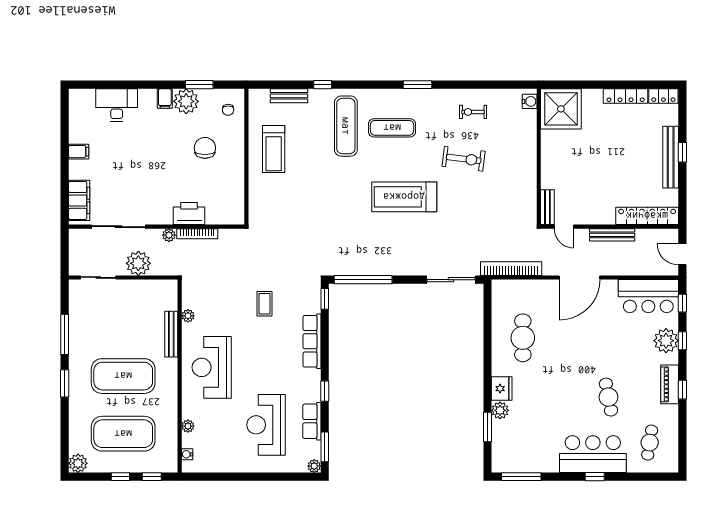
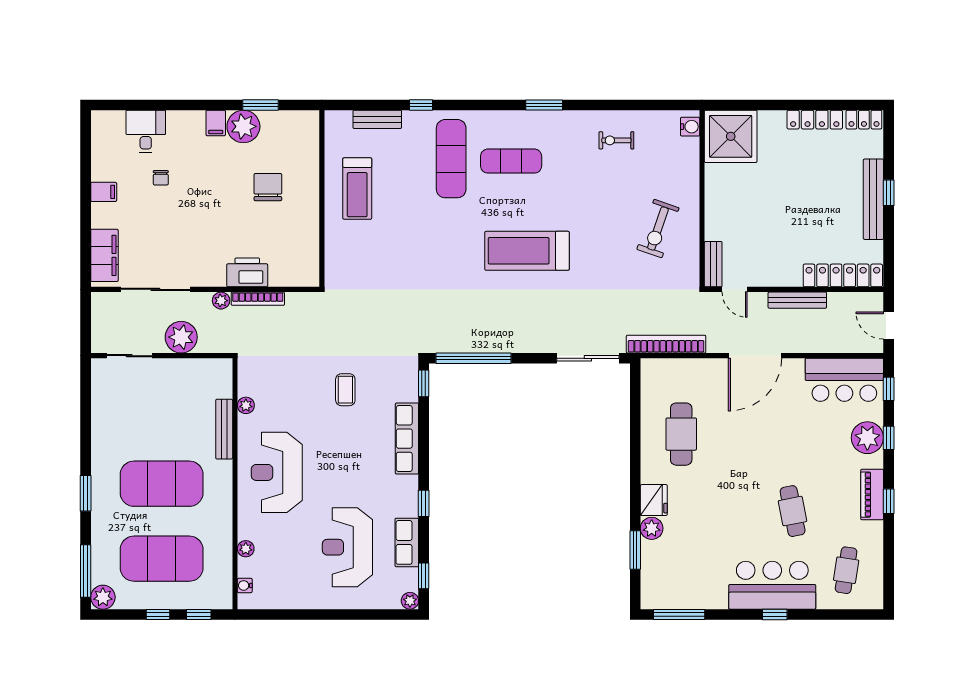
desk: (117, 105) -> (146, 131), width x0.73
chair: (228, 110) -> (161, 178), moved
exercise bike: (464, 159) -> (658, 229), moved, turned 102
window: (65, 334) -> (86, 571), moved
window: (325, 447) -> (424, 576), width x0.67

